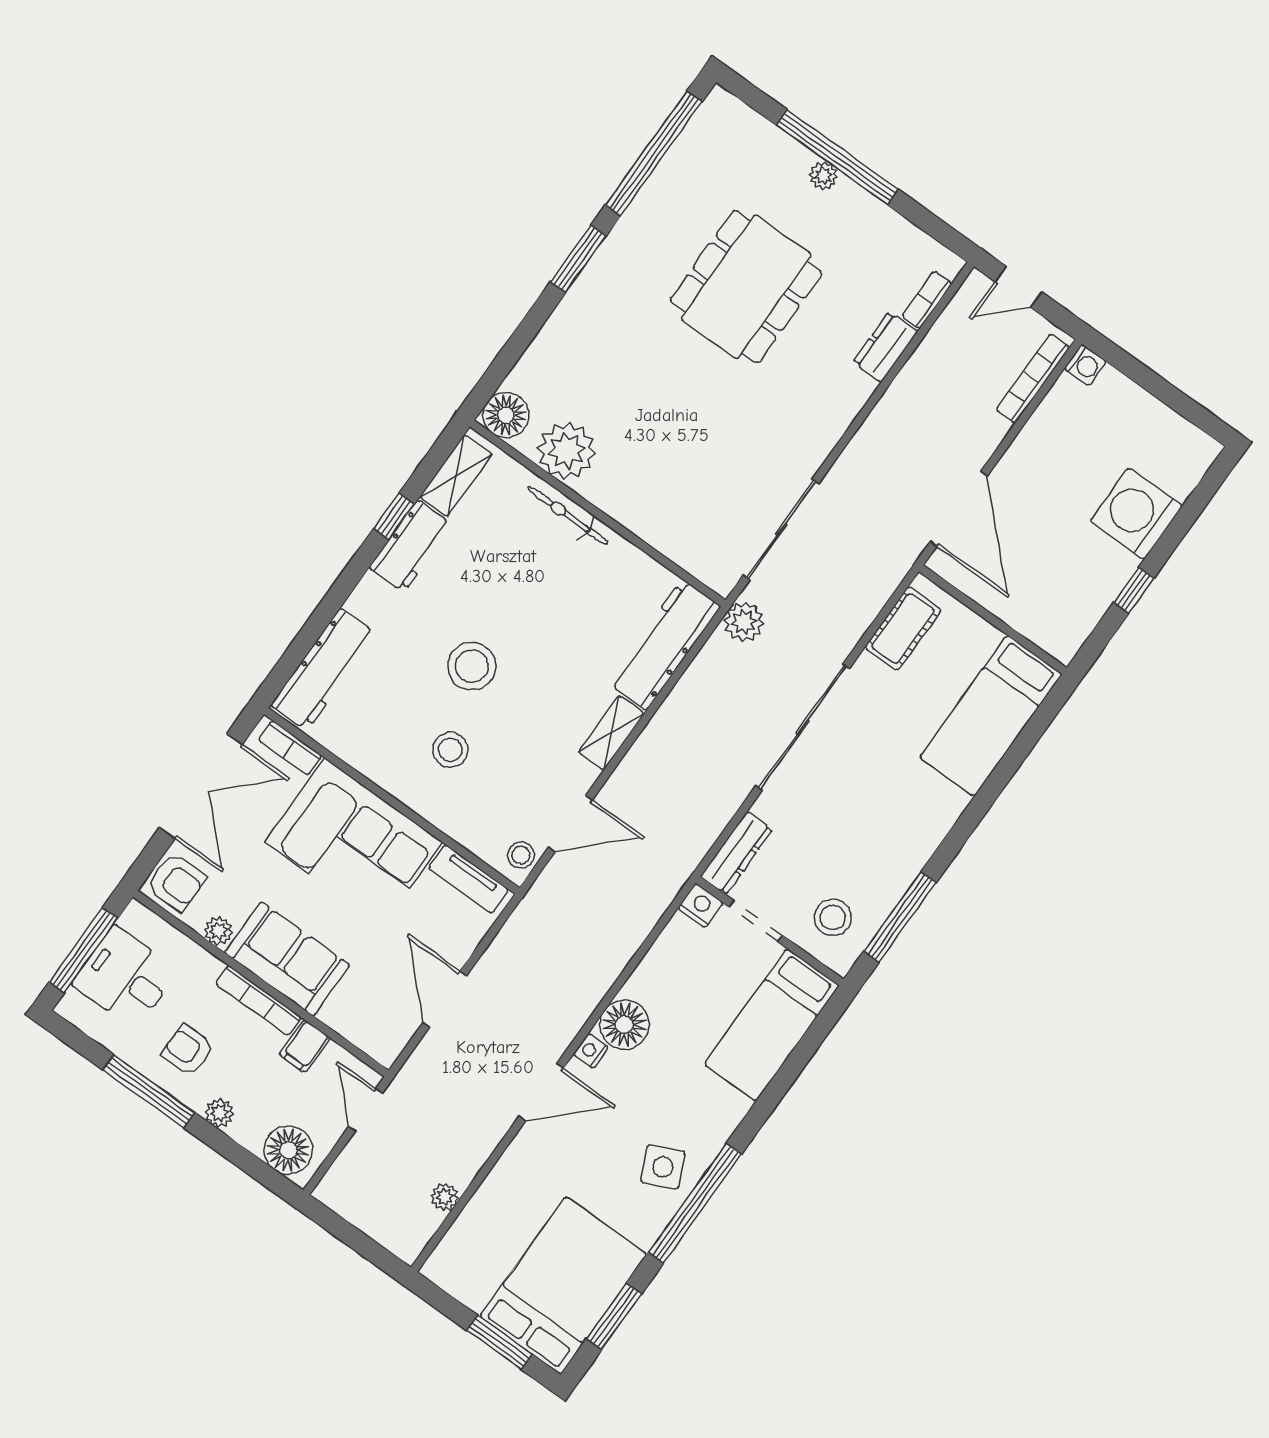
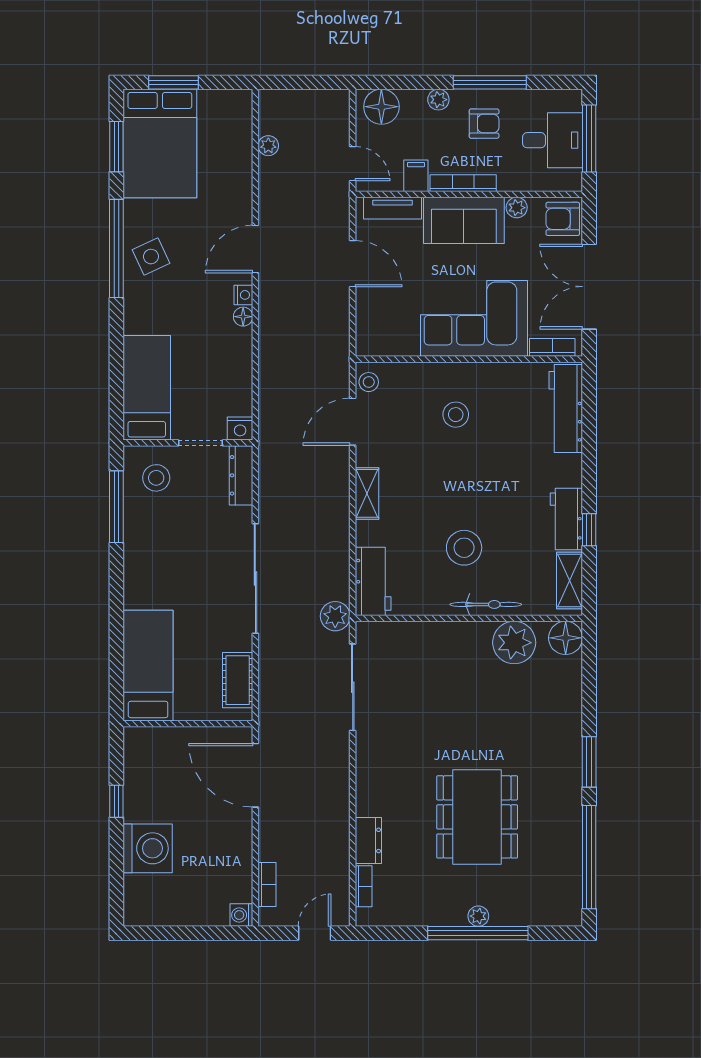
bookcase: (1033, 378) -> (267, 885), width x0.64
workbench: (664, 645) -> (373, 581), width x0.73
stool: (472, 666) -> (464, 548), moved
tv unit: (469, 879) -> (393, 208), moved, turned 180
floor lamp: (624, 1025) -> (243, 317), width x0.53, depth x0.53

